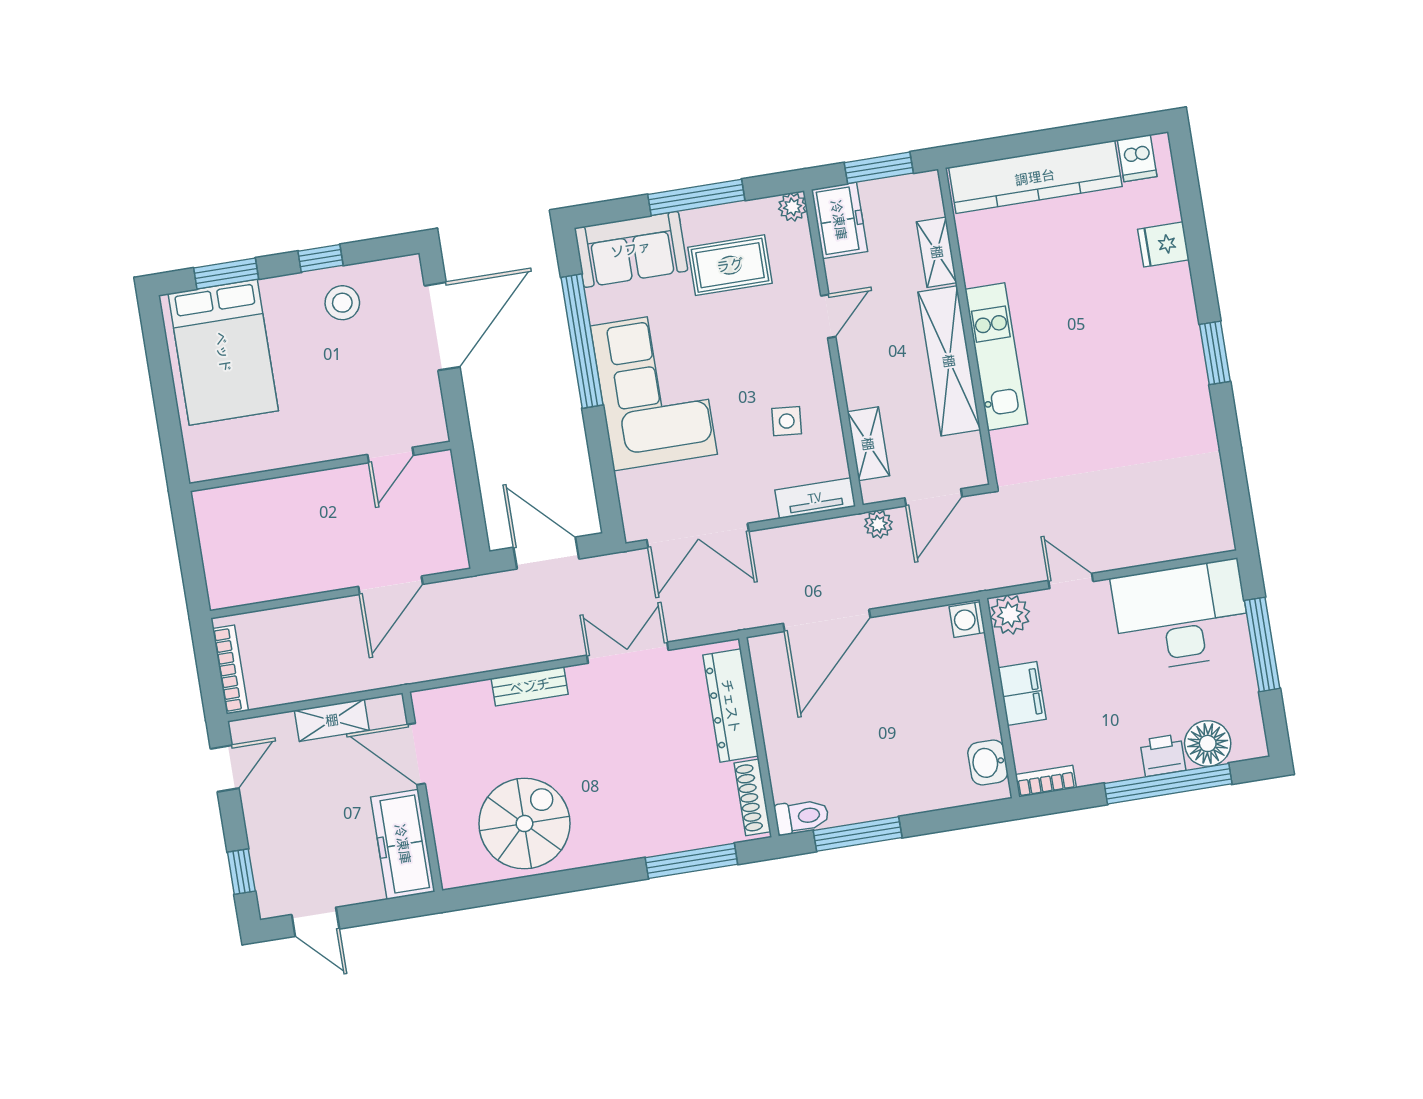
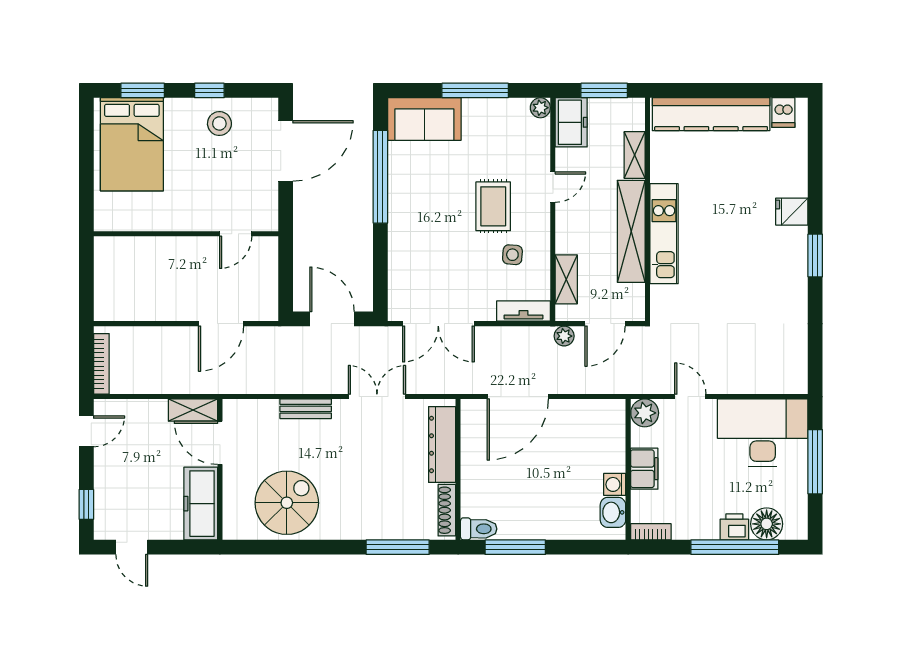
fridge: (1163, 244) -> (792, 212), moved
rug: (730, 265) -> (493, 206), moved, turned 90
corner sofa: (654, 390) -> (424, 218), removed
washing machine: (967, 620) -> (615, 484), moved
shelving: (332, 720) -> (193, 410), moved

